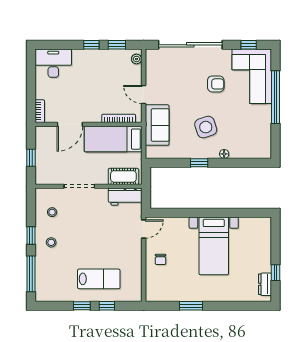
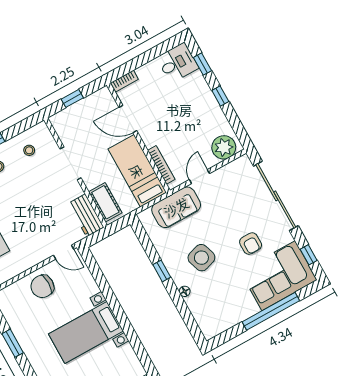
window: (117, 45) -> (202, 64), moved
plant: (136, 59) -> (224, 147), width x1.87, depth x1.87
desk: (53, 63) -> (177, 63), width x0.73
chair: (161, 259) -> (42, 286), width x1.87, depth x1.87

